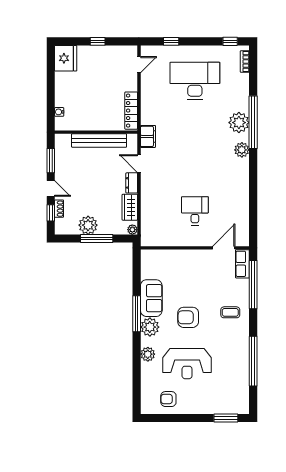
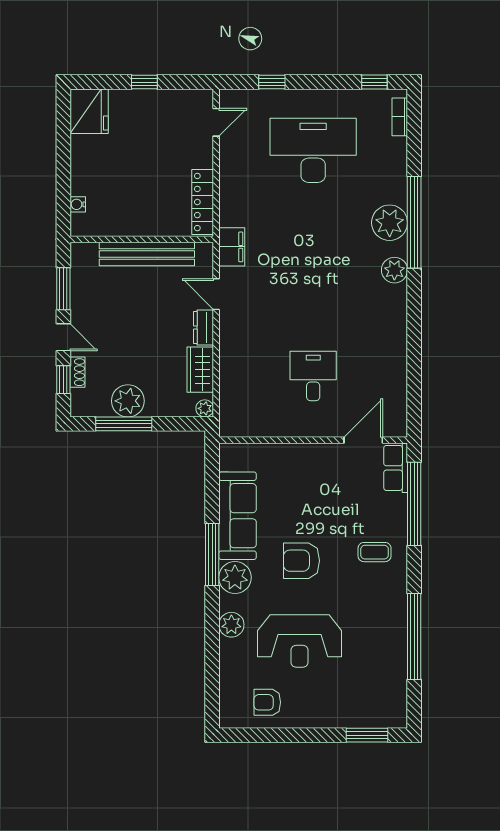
window: (97, 238) -> (124, 424), moved
sofa: (151, 298) -> (238, 516), width x1.36

